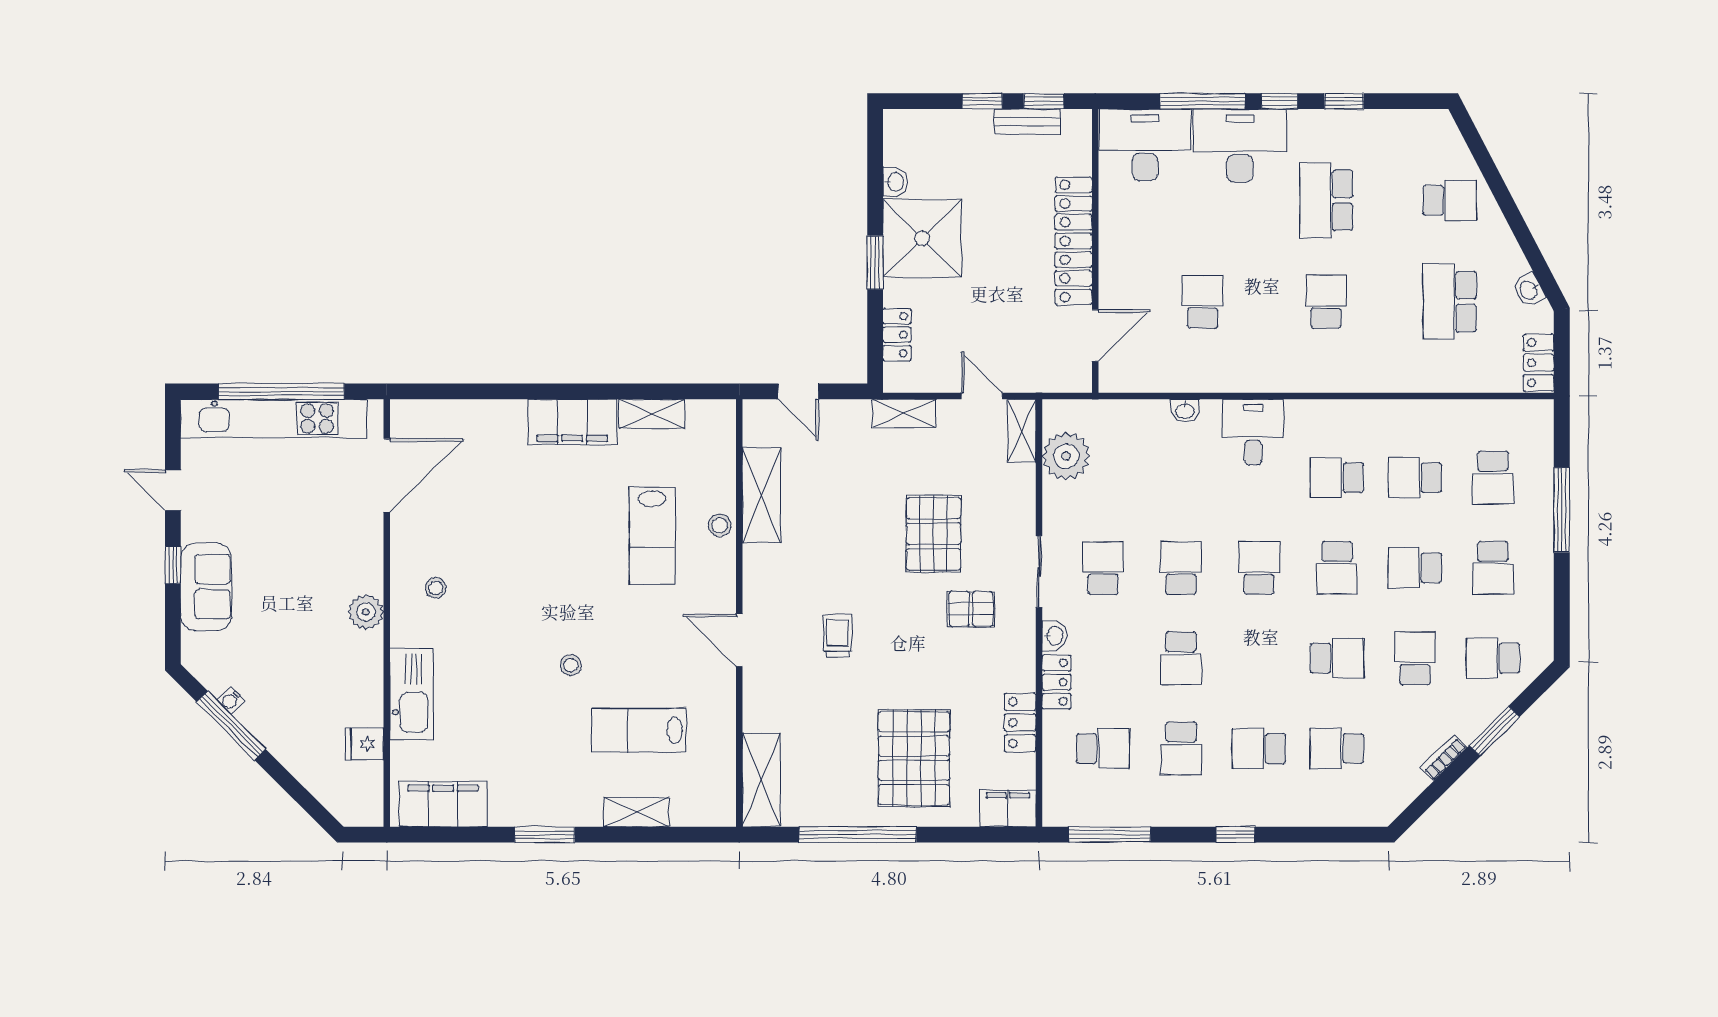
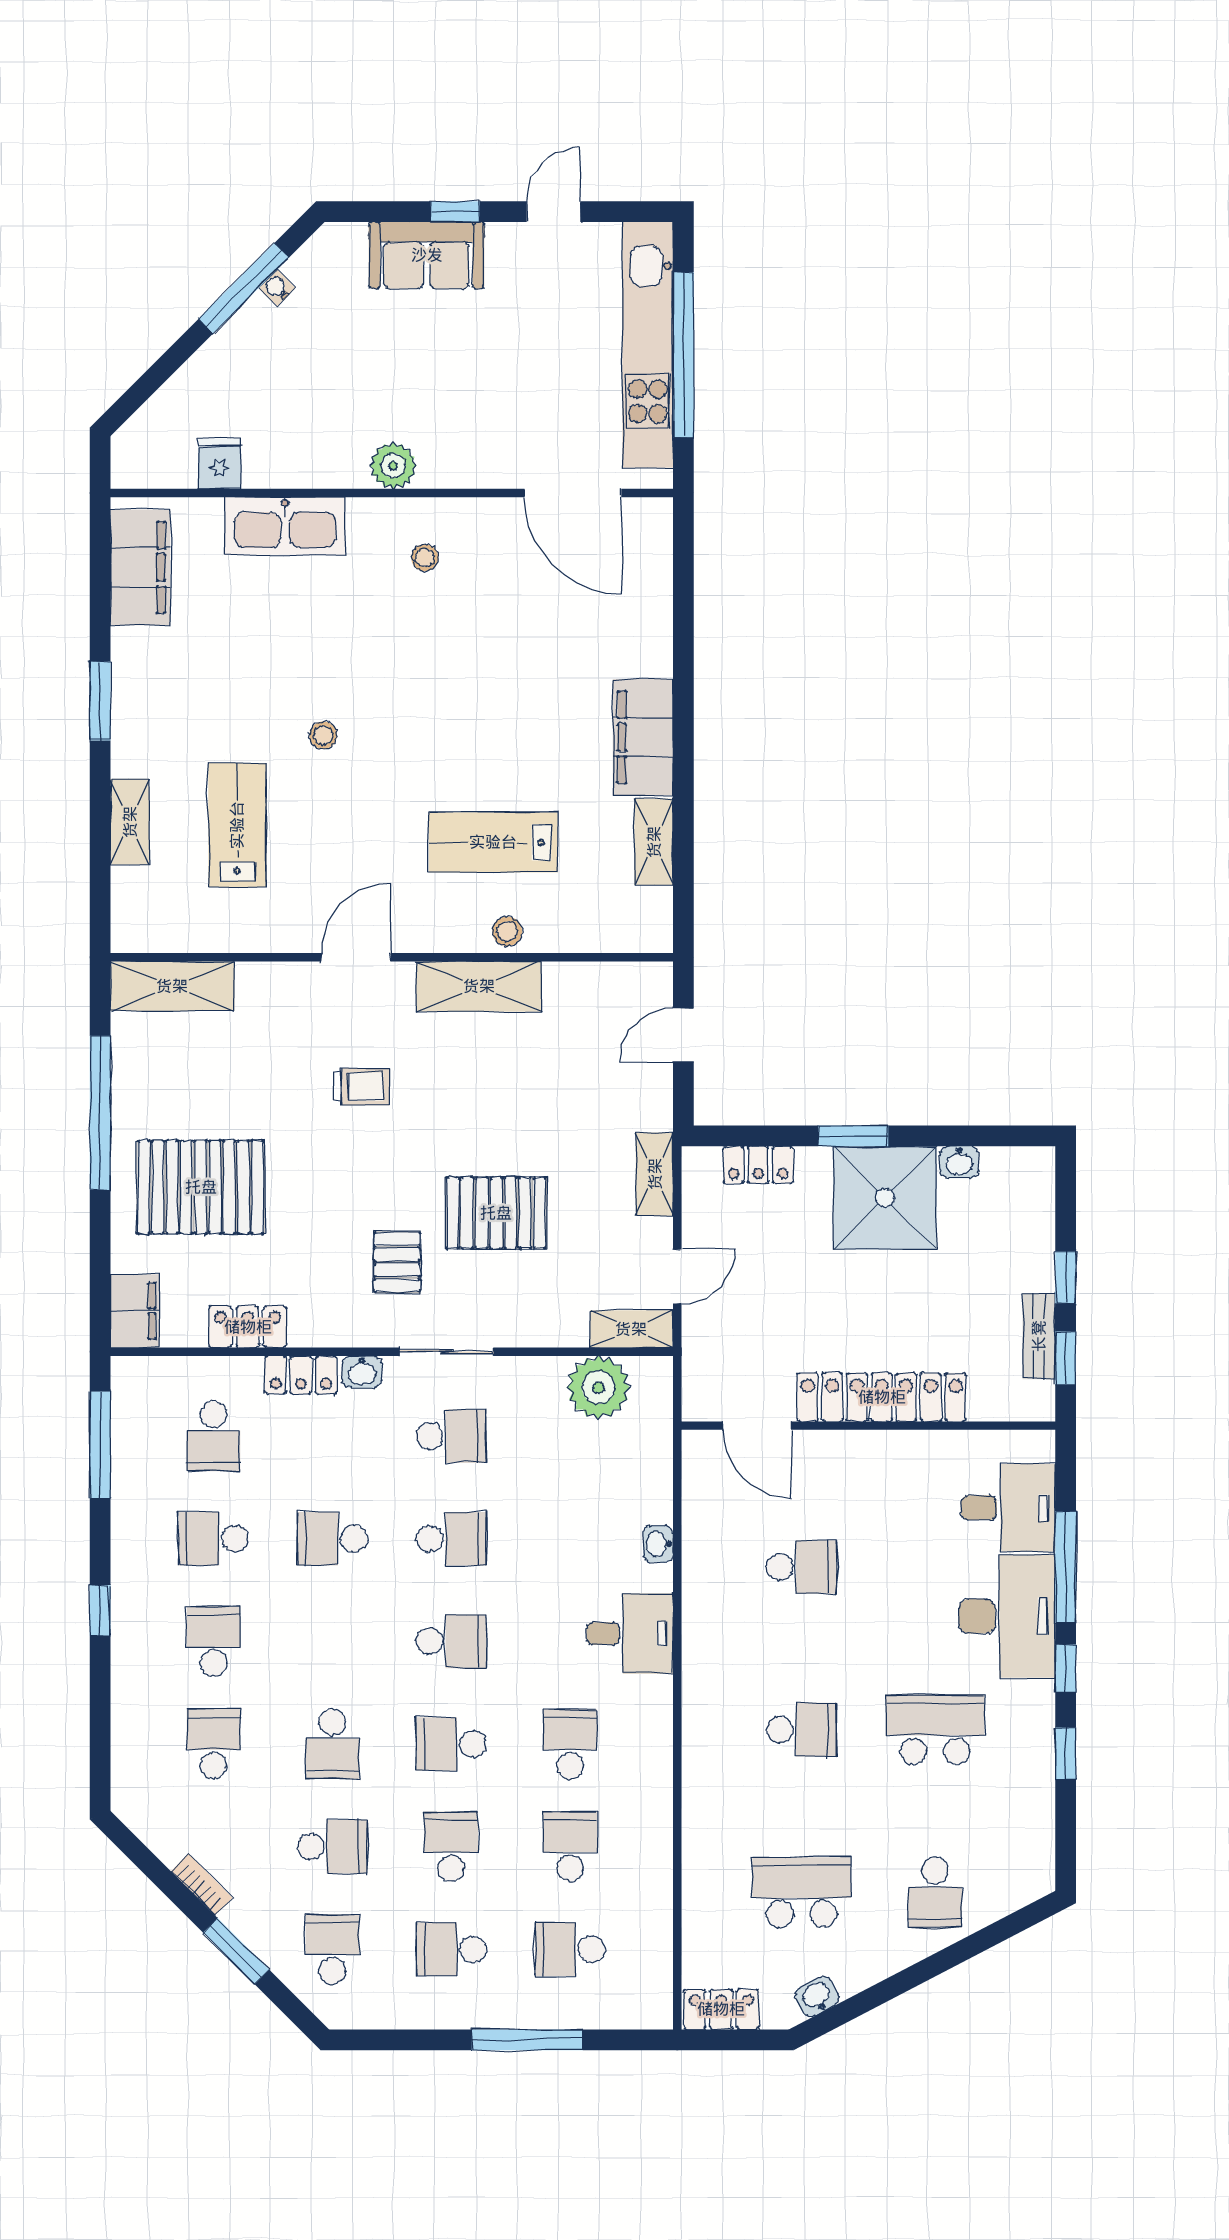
desk: (1145, 145) -> (1008, 1508), width x0.73
shelving: (762, 495) -> (479, 986), moved

